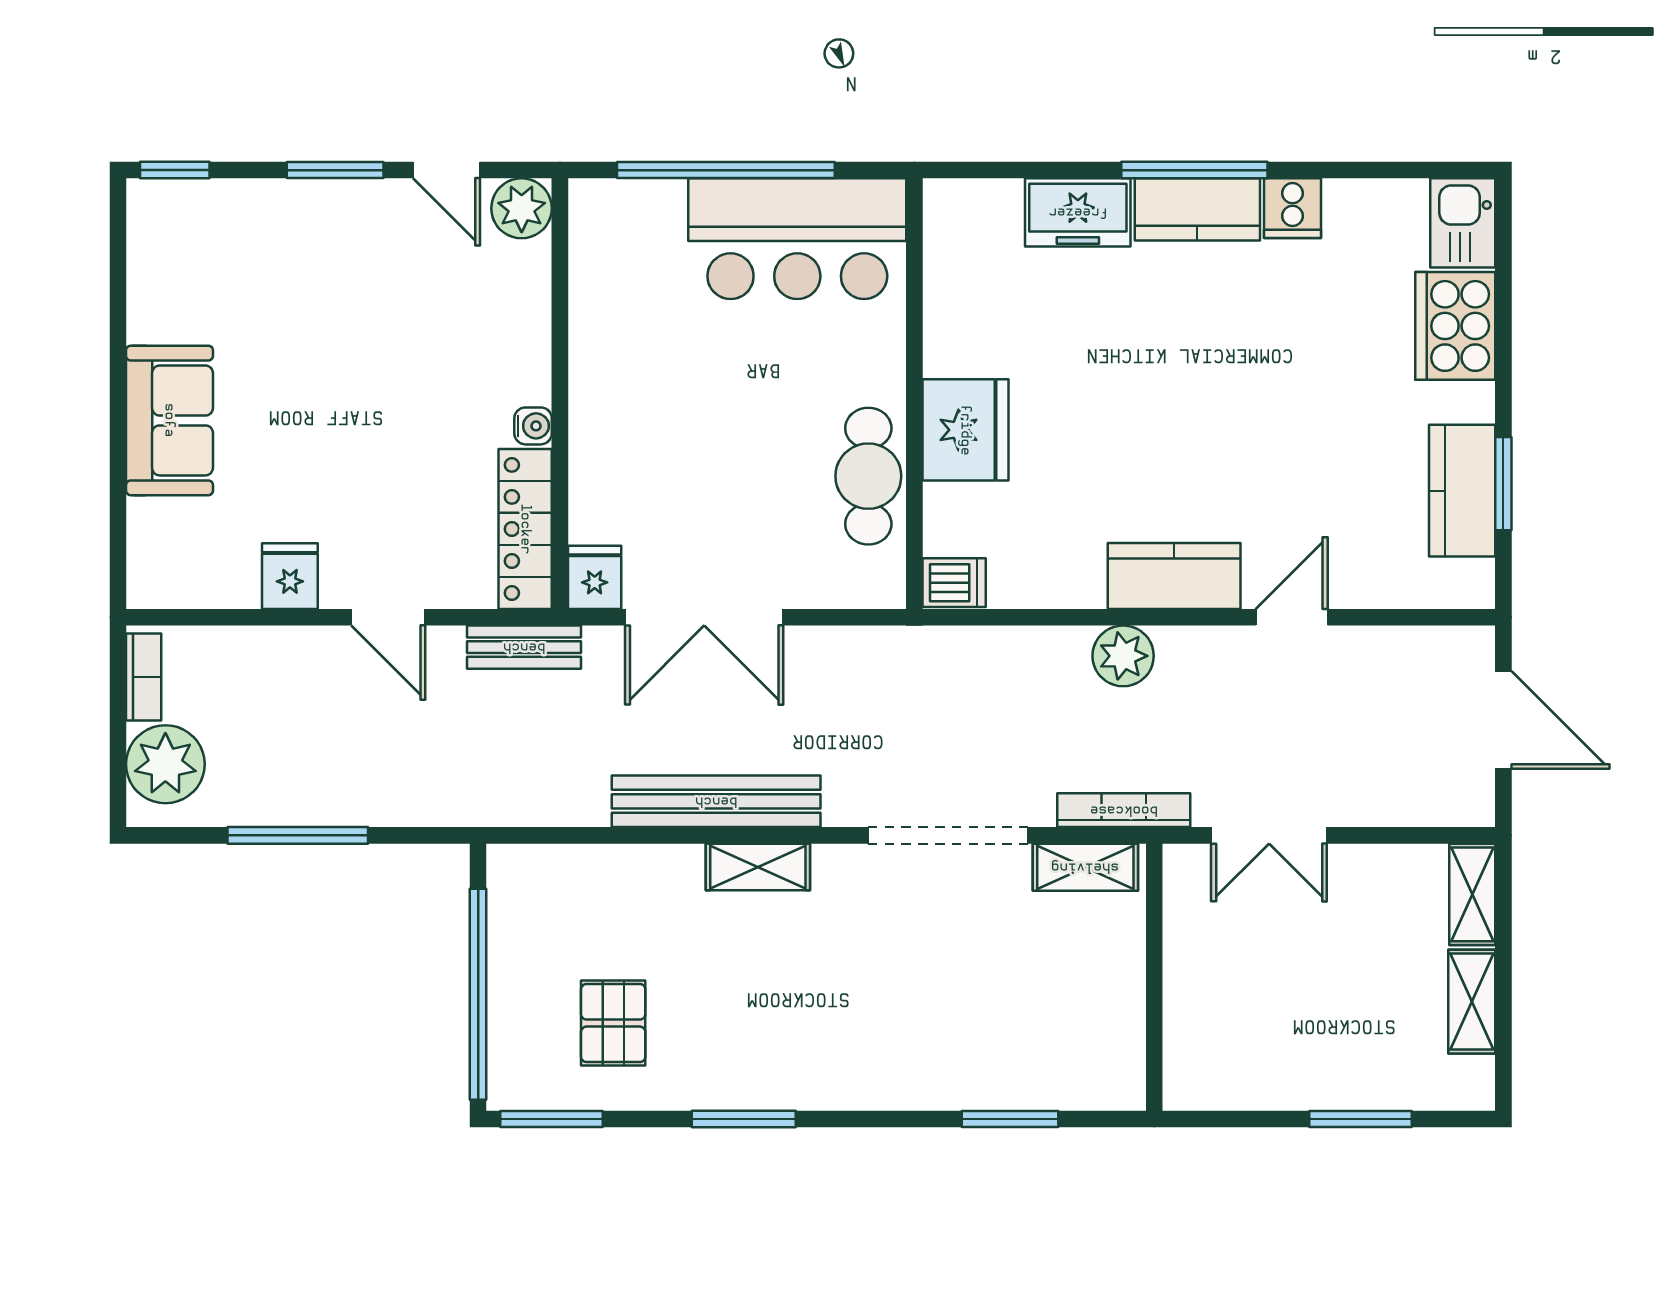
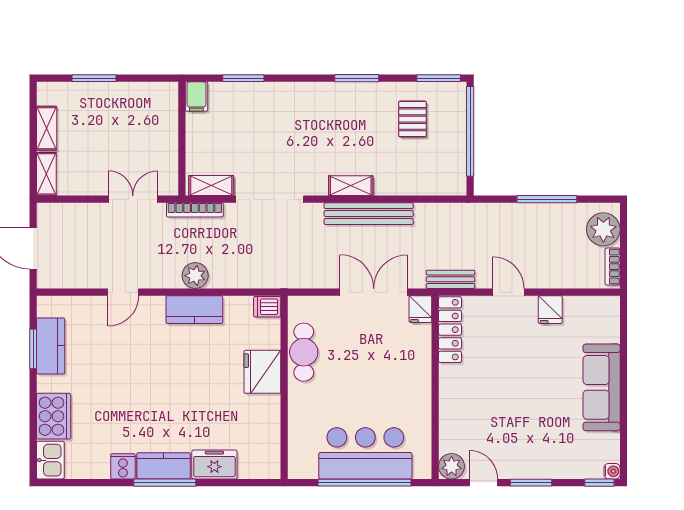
bar counter: (797, 239) -> (365, 453), moved
sofa: (169, 420) -> (602, 387), width x1.36
water cooler: (533, 426) -> (612, 471), moved, turned 180
kitchen counter: (1174, 576) -> (194, 310), moved
filing cabinet: (1120, 1076) -> (196, 97), added

